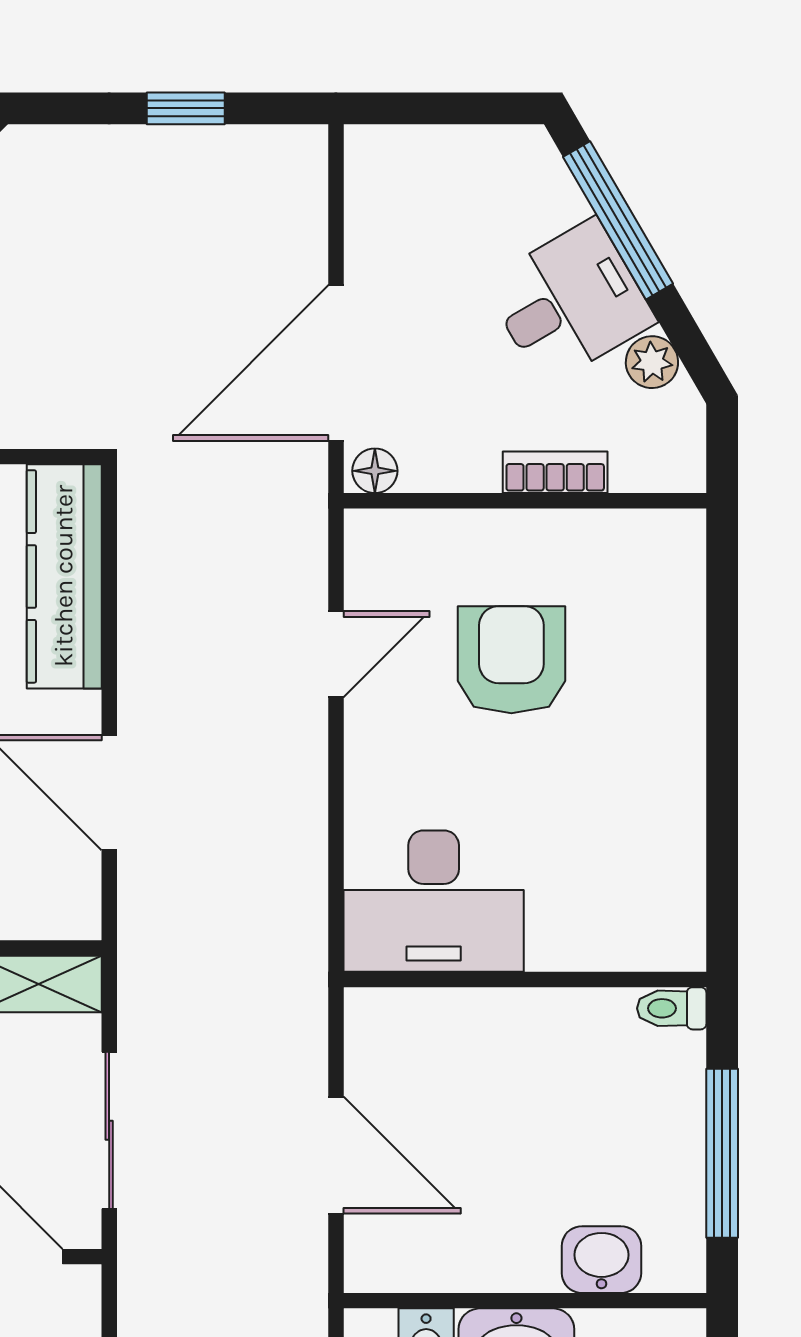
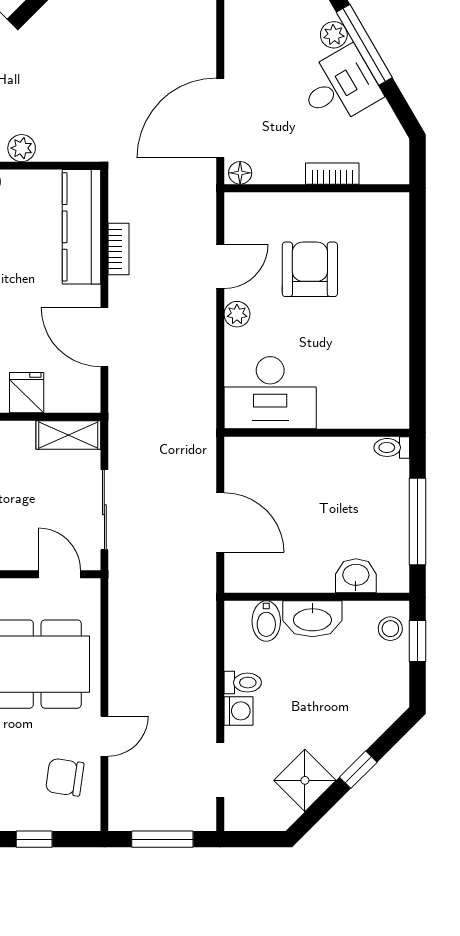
plant: (652, 362) -> (334, 35), moved
bookcase: (137, 620) -> (119, 249), added
plant: (369, 748) -> (237, 314), added

